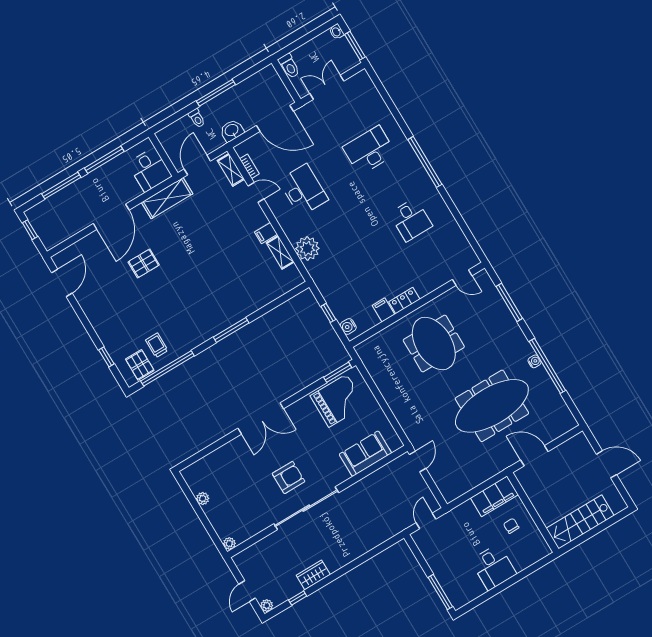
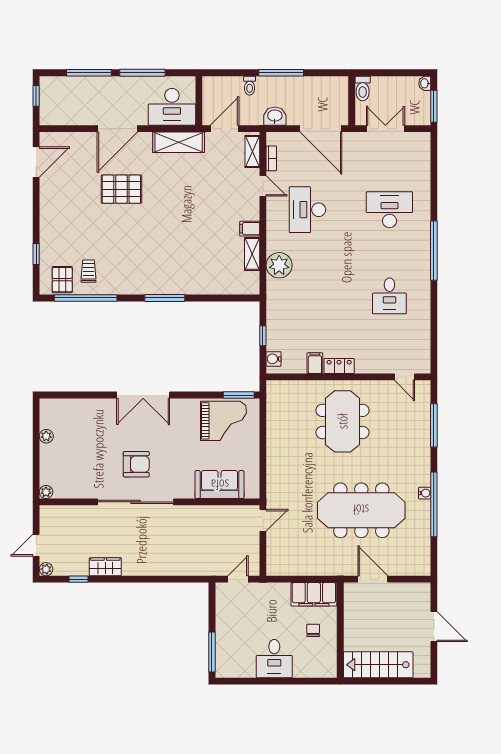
desk: (150, 170) -> (172, 107), width x1.37
desk: (303, 190) -> (307, 210), turned 180
pallet: (144, 263) -> (121, 189), width x1.50, depth x1.42

